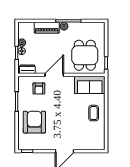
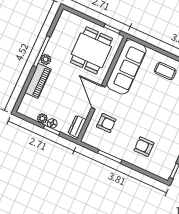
dining table: (85, 55) -> (91, 50), turned 90
sofa: (90, 85) -> (126, 67), width x1.36
armchair: (34, 122) -> (144, 147), width x0.53, depth x0.53

